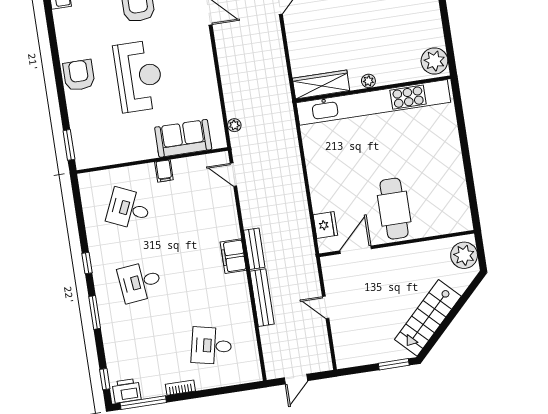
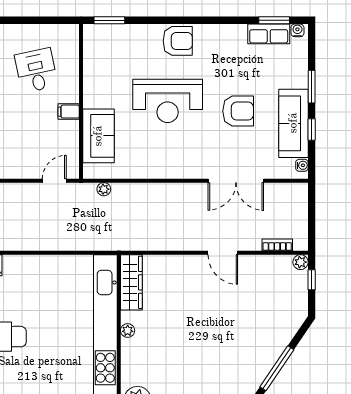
desk: (129, 209) -> (36, 70), turned -36

